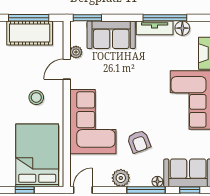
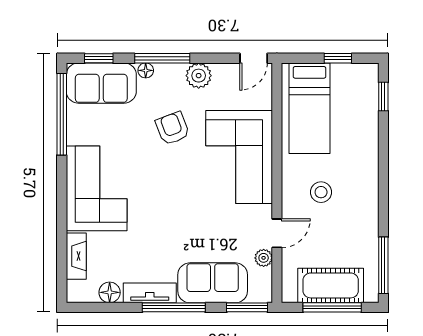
window: (165, 18) -> (174, 307), moved
bed: (37, 155) -> (309, 108), width x0.67

